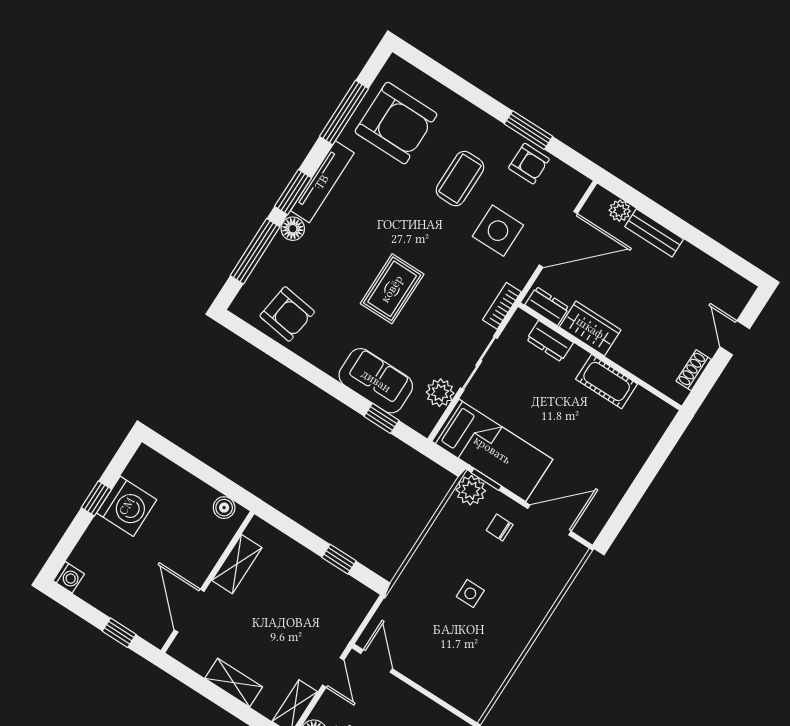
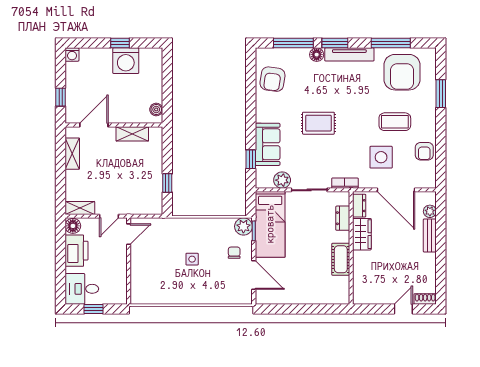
window: (529, 130) -> (441, 94), moved
shoe rack: (694, 370) -> (425, 299), moved
shelving: (234, 683) -> (72, 154), moved

